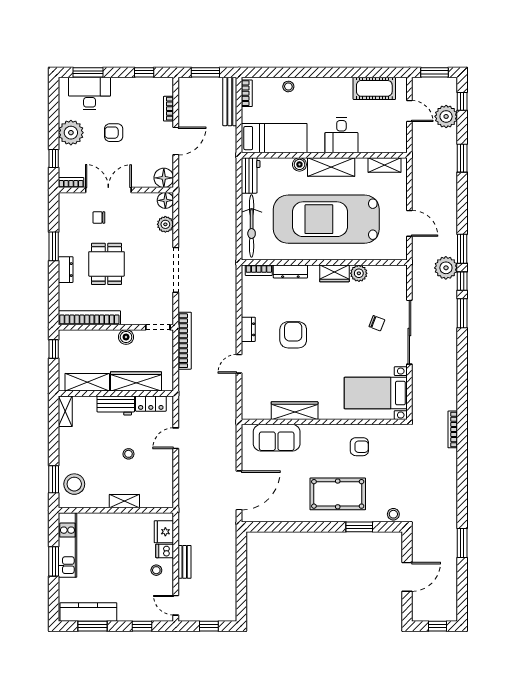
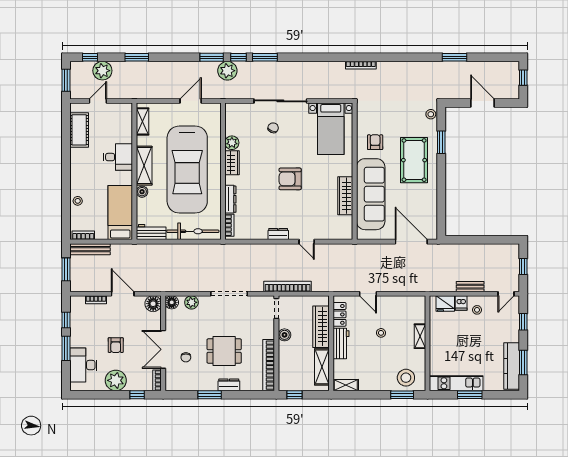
window: (88, 72) -> (66, 348), moved
armchair: (293, 335) -> (290, 179), moved
sofa: (277, 438) -> (371, 194), width x1.85, depth x1.27

